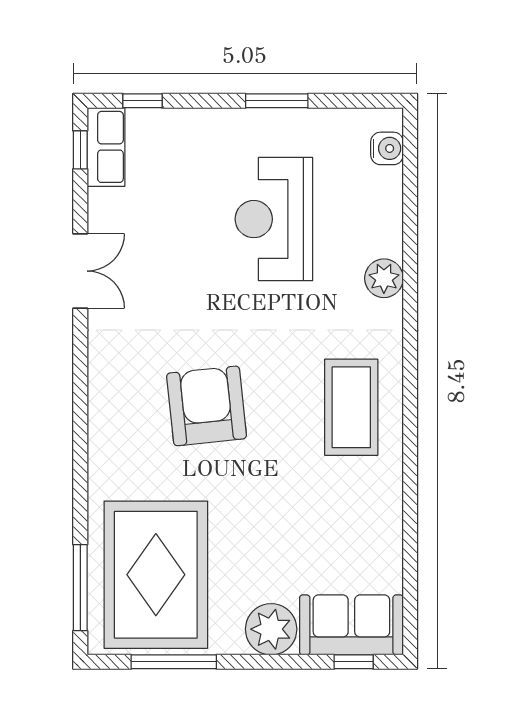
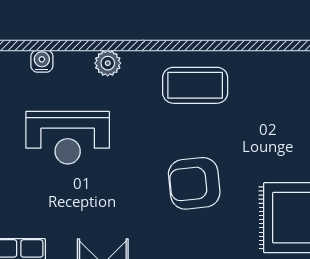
water cooler: (387, 148) -> (42, 61), moved

